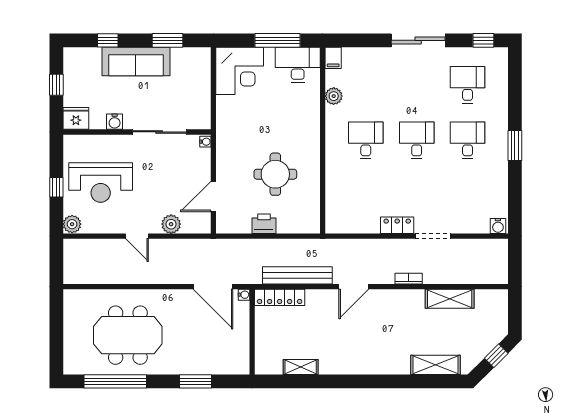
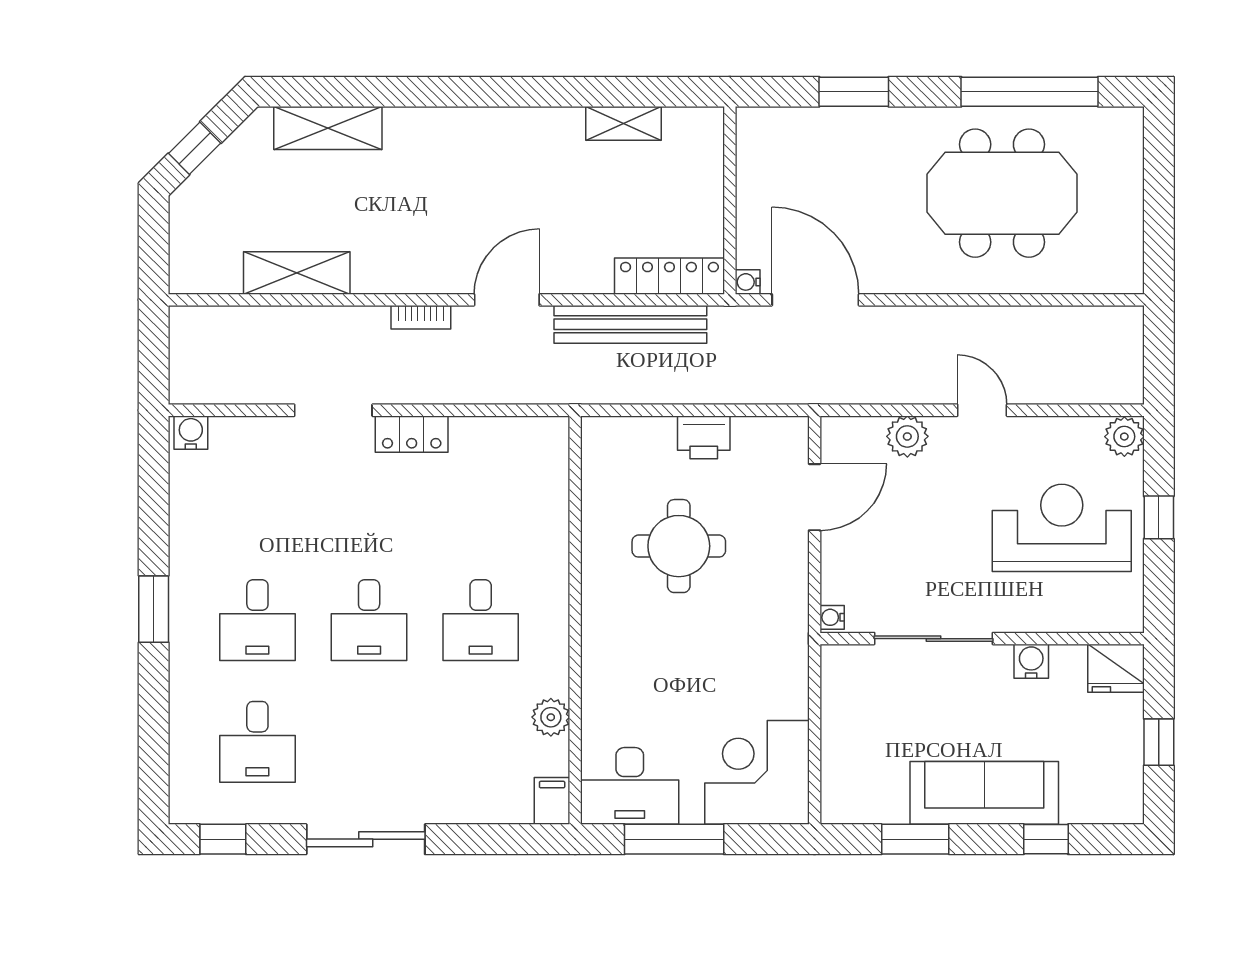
bookcase: (409, 279) -> (421, 317), moved

